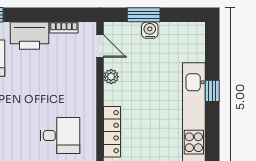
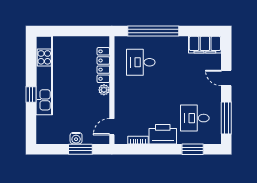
door: (100, 46) -> (112, 127), hinge flipped
plant: (111, 77) -> (104, 90), moved

